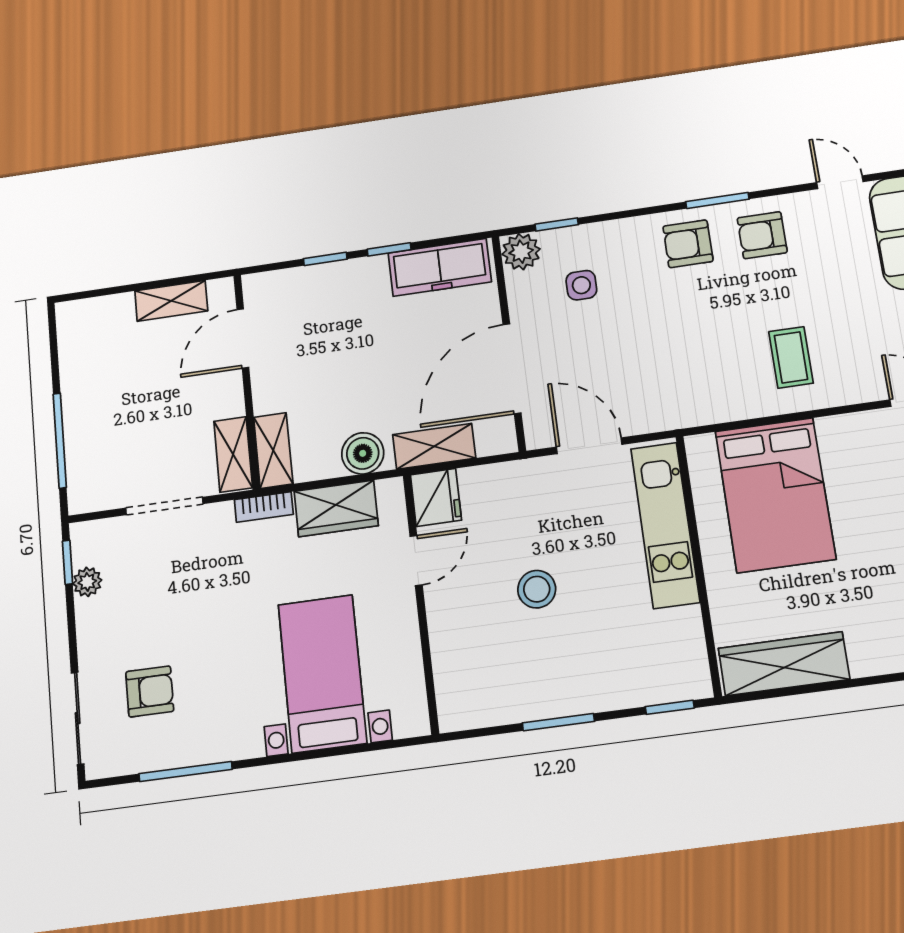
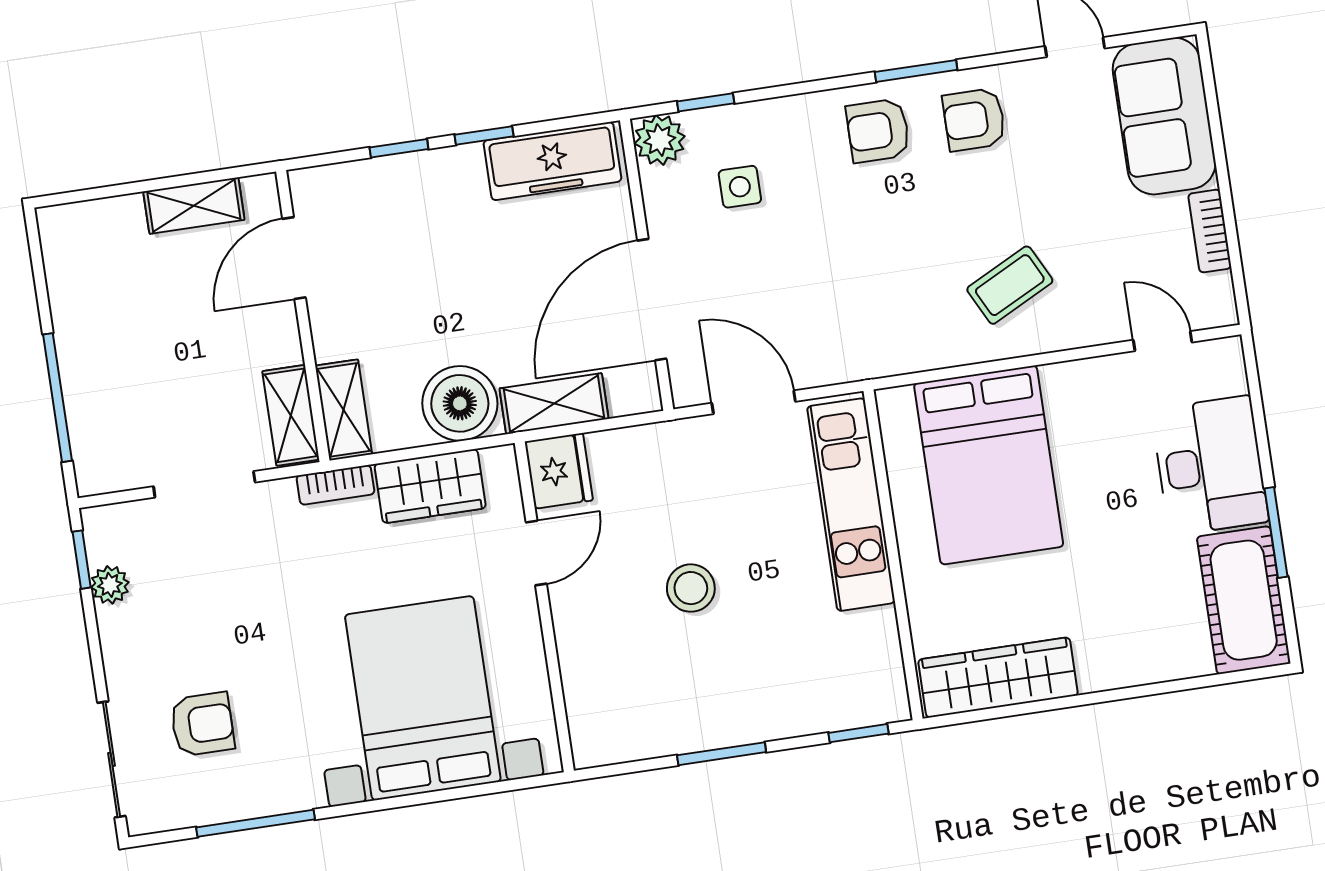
coffee table: (791, 357) -> (1010, 285), turned 63
boiler: (363, 453) -> (460, 403), width x1.37, depth x1.37
bed with nightstands: (322, 673) -> (423, 698), width x1.36

